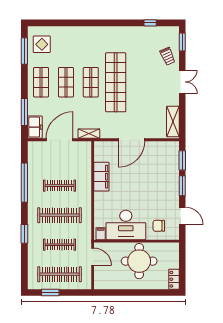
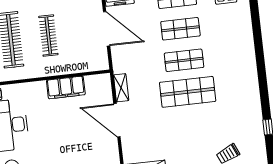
shop shelf: (116, 82) -> (188, 92), width x0.71
shelving: (89, 134) -> (121, 88), moved

